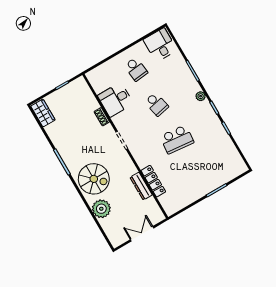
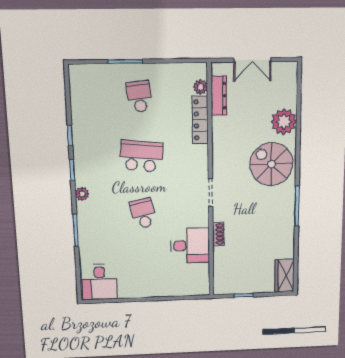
school desk: (136, 69) -> (139, 97), moved
dresser: (141, 186) -> (219, 96), moved
plant: (164, 201) -> (200, 87), added

